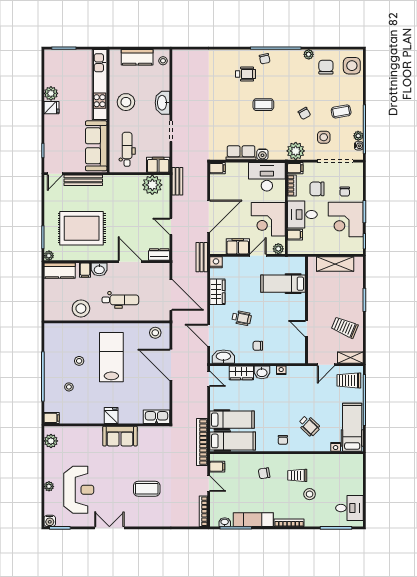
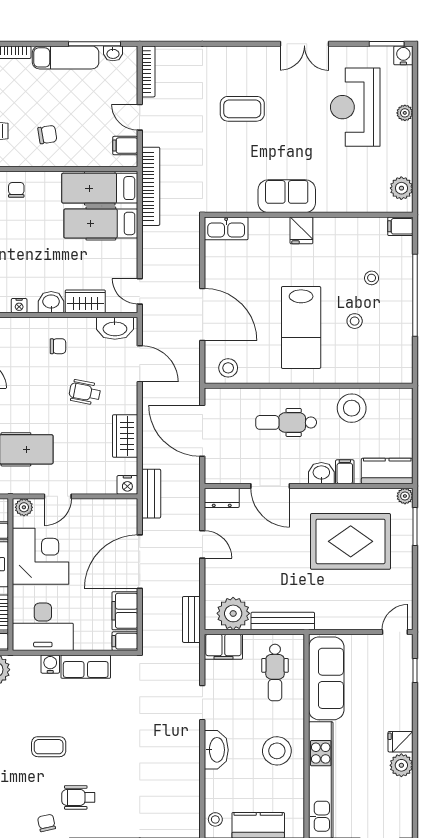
bench: (83, 180) -> (283, 621), moved
filing cabinet: (238, 246) -> (125, 611), moved, turned 90

